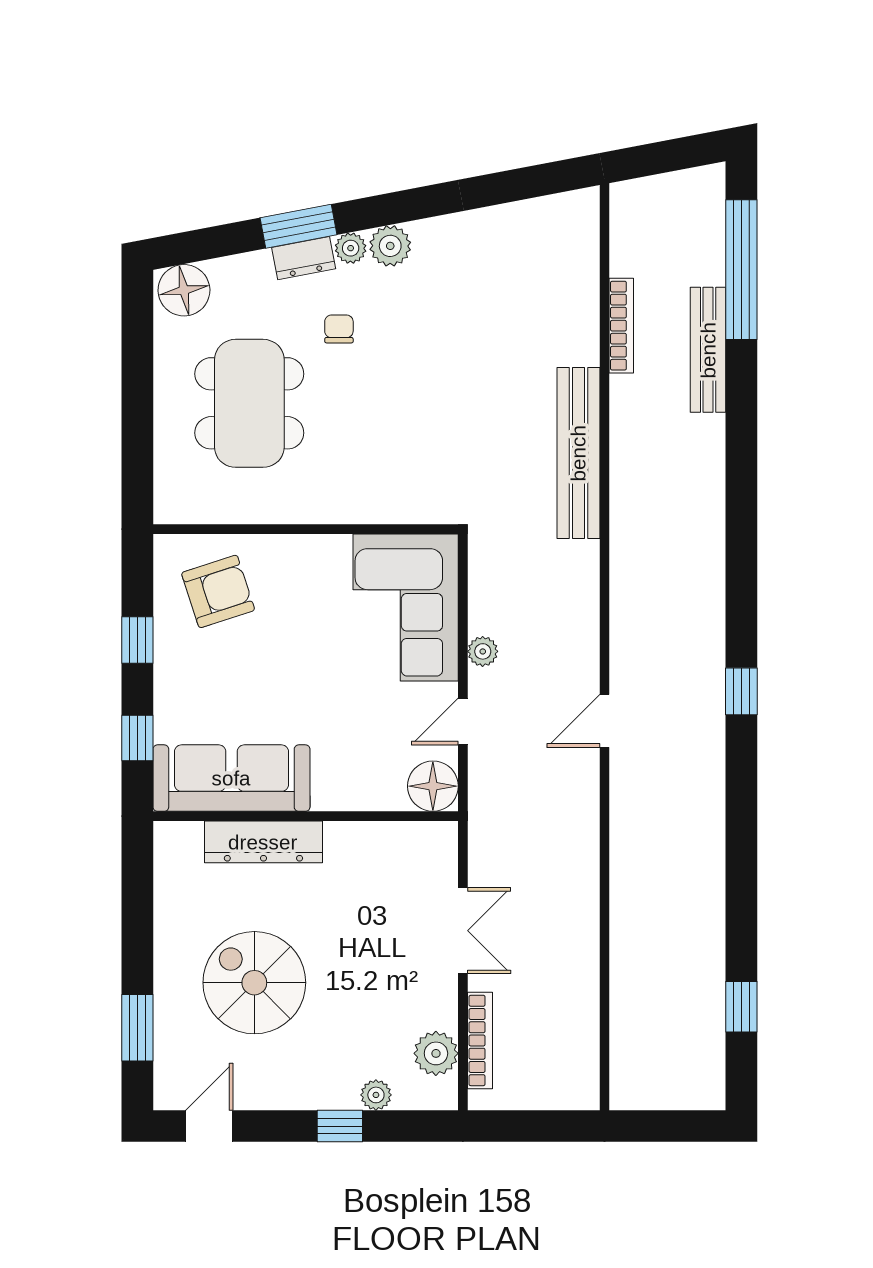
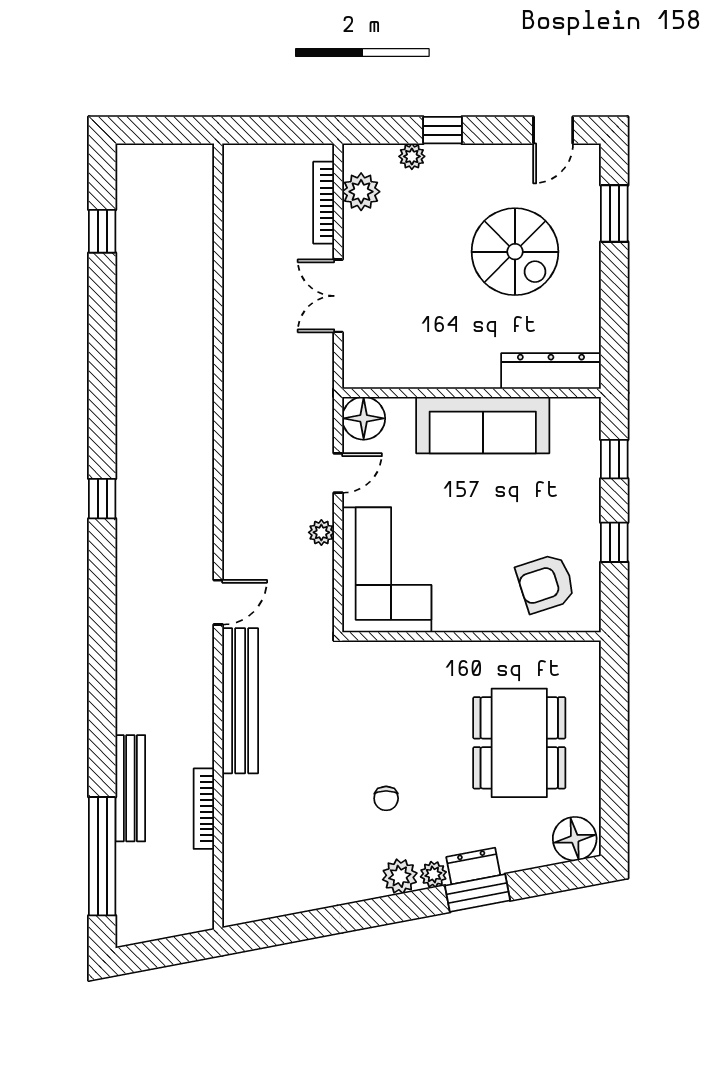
chair: (339, 329) -> (386, 798), moved
door: (604, 721) -> (218, 602), moved
sofa: (231, 778) -> (483, 425), moved
dresser: (263, 842) -> (551, 371), moved

